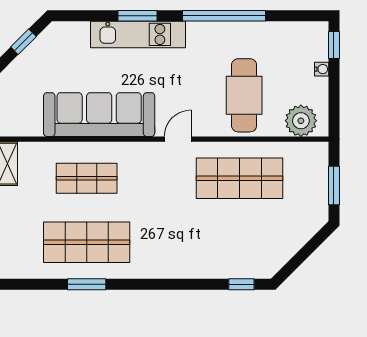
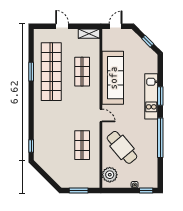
cafe table: (244, 95) -> (122, 147), turned 50
shop shelf: (240, 178) -> (82, 145), width x0.70, depth x0.74
shop shelf: (87, 242) -> (51, 72), width x1.40

